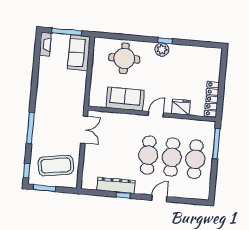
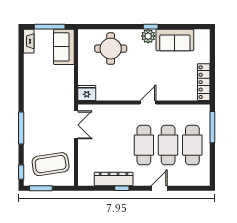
sofa: (125, 99) -> (175, 40), moved, turned 180
fridge: (181, 107) -> (87, 93), moved

